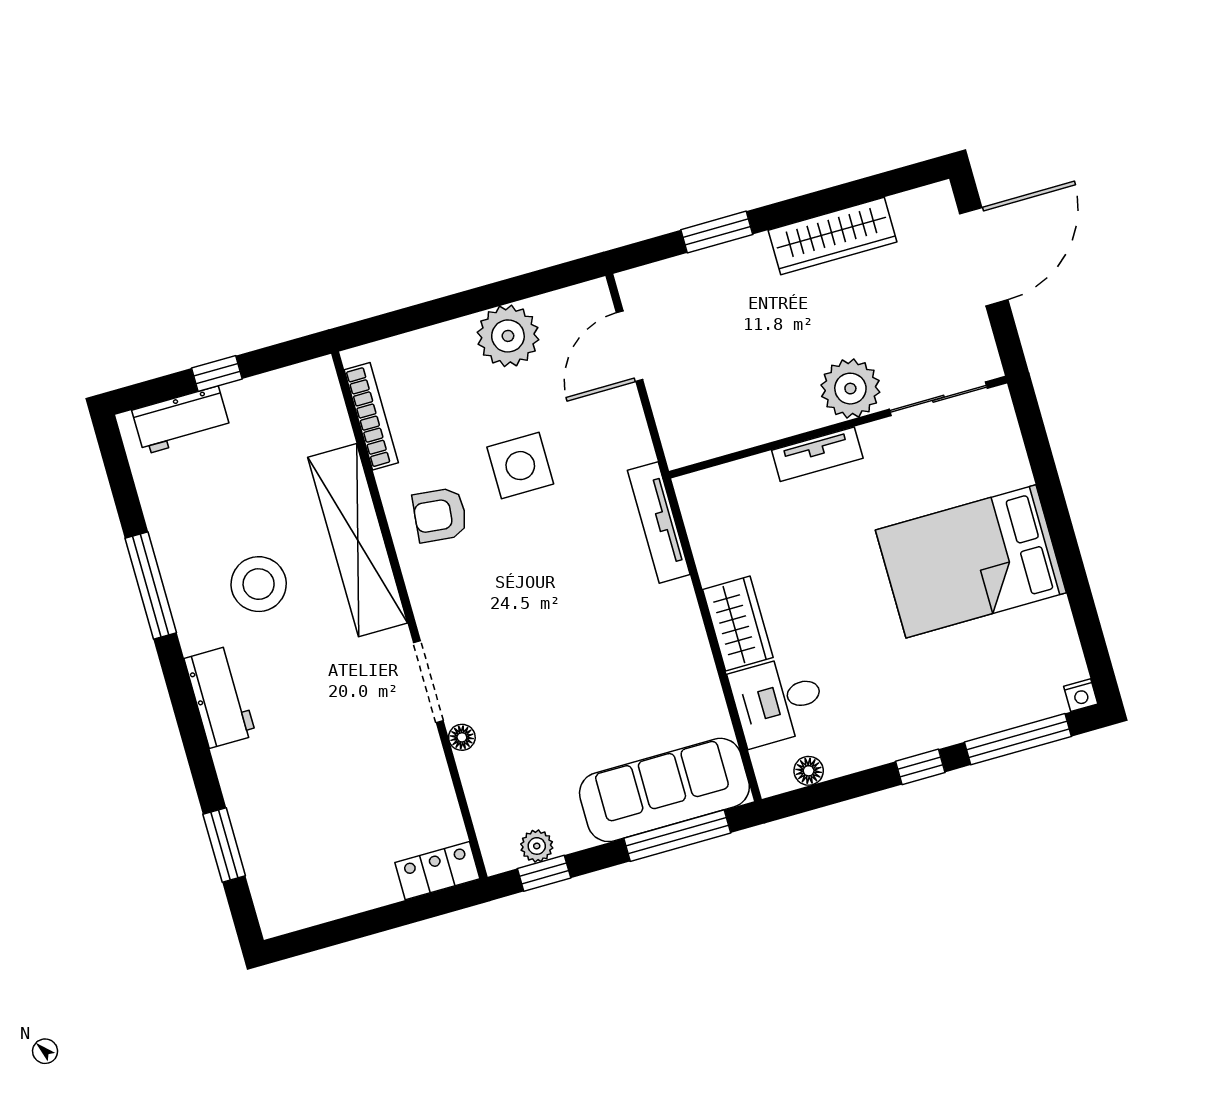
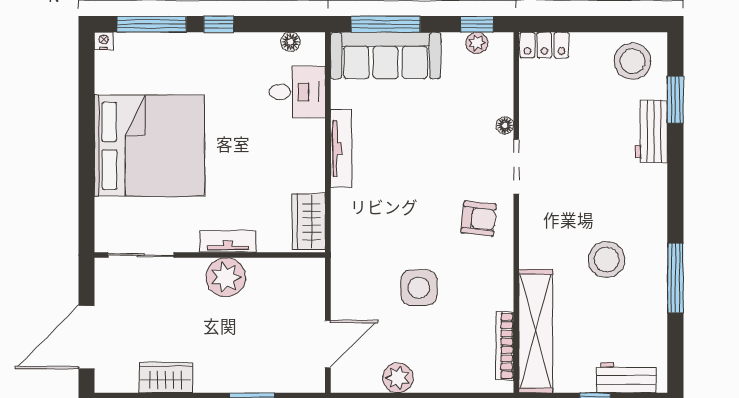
wardrobe: (832, 236) -> (166, 378), width x0.67
plant: (508, 336) -> (398, 378), width x0.73, depth x0.73
plant: (850, 389) -> (226, 277), moved
armchair: (440, 515) -> (479, 219), moved
tv unit: (659, 522) -> (341, 148), moved
shelving: (358, 540) -> (536, 331), moved
bed: (971, 561) -> (149, 146), width x1.36
wardrobe: (738, 624) -> (309, 222), moved
workbench: (220, 697) -> (651, 131), moved
stool: (303, 883) -> (632, 61), added

